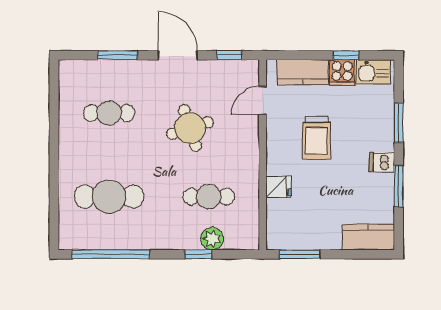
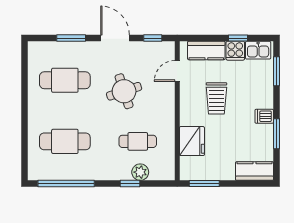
cafe table: (109, 113) -> (65, 80), width x1.37, depth x1.35
window: (399, 123) -> (277, 71), moved
fridge: (279, 187) -> (192, 141), width x1.88, depth x1.34

